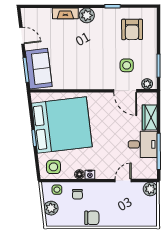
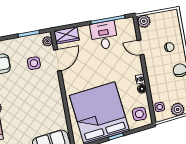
wardrobe: (150, 117) -> (66, 35), moved
chair: (77, 194) -> (169, 47), moved

